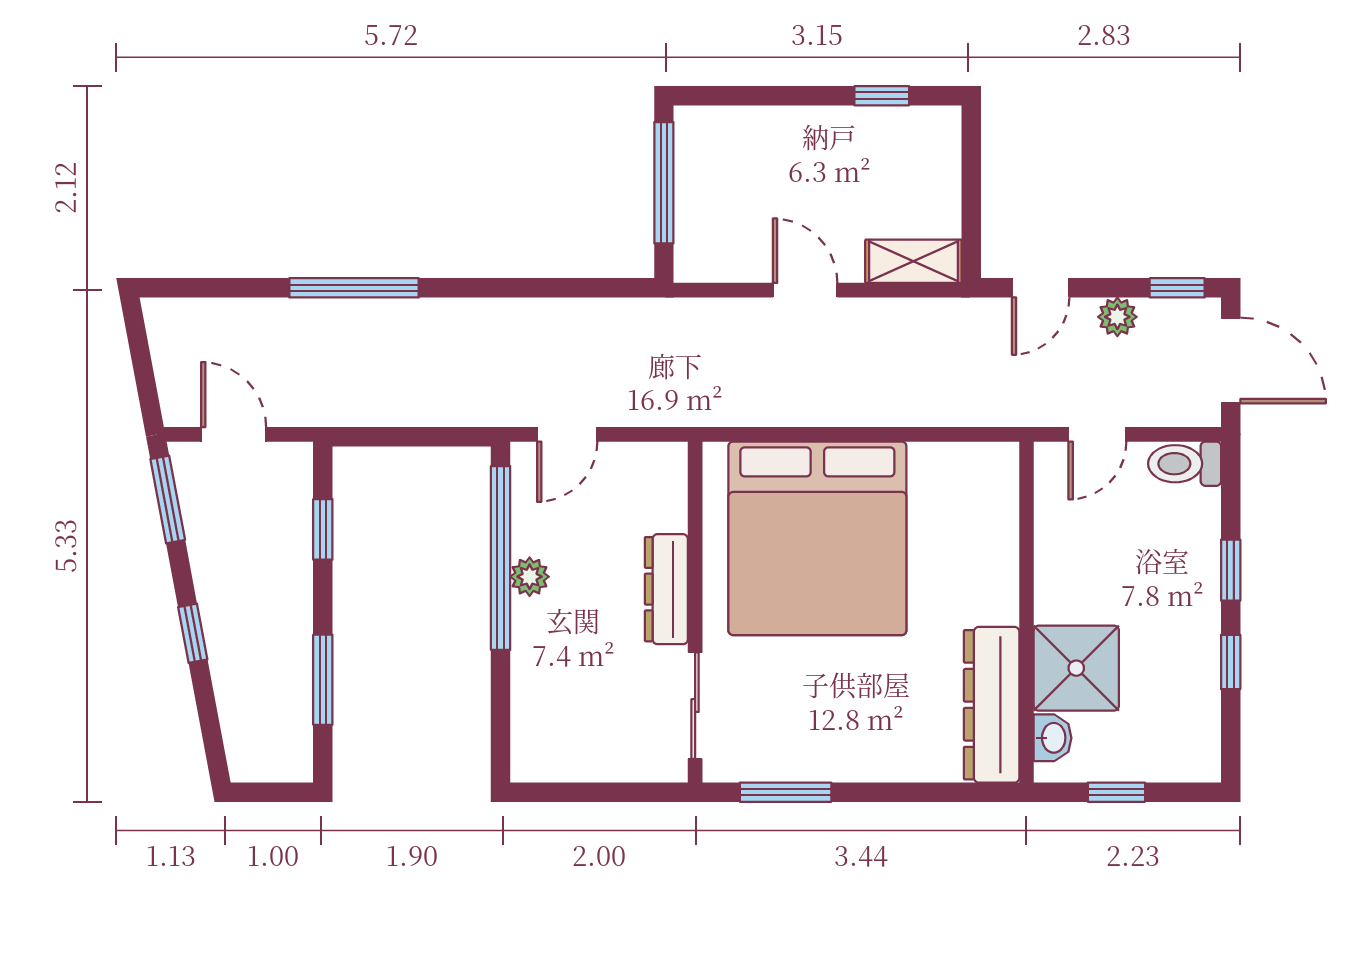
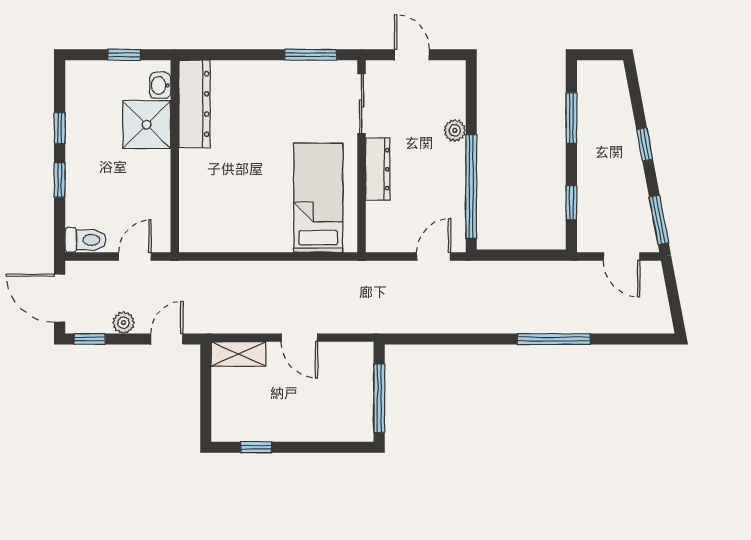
bed: (817, 538) -> (318, 198), width x0.49
plant: (530, 577) -> (455, 130), moved
door: (606, 792) -> (412, 55), added

